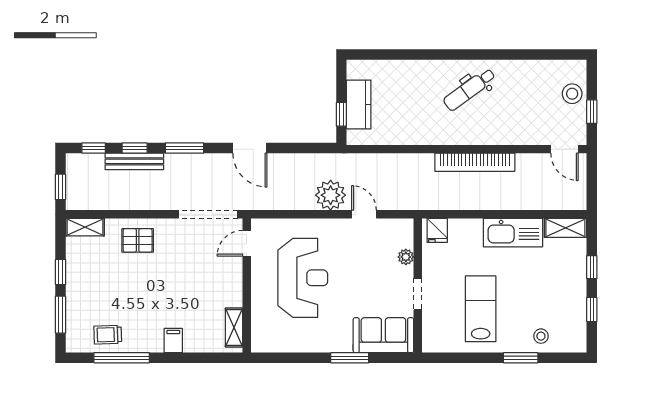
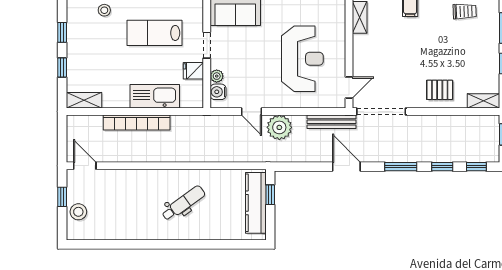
dental chair: (469, 89) -> (183, 203), moved
kitchen counter: (359, 105) -> (256, 203), width x1.50
bench: (134, 161) -> (332, 122), moved
bookcase: (475, 162) -> (137, 123), moved, turned 180
fridge: (437, 230) -> (193, 71), moved, turned -90
kitchen sink: (513, 233) -> (155, 96), moved
water cooler: (404, 238) -> (218, 92), added
reception desk: (303, 278) -> (302, 59), turned 180
lab bench: (481, 309) -> (154, 33), turned 90

